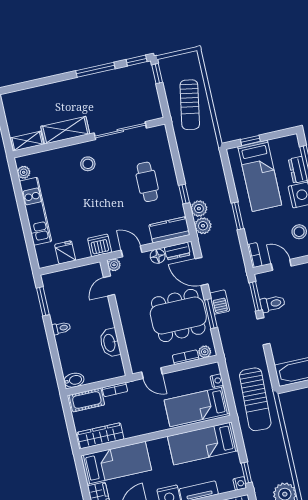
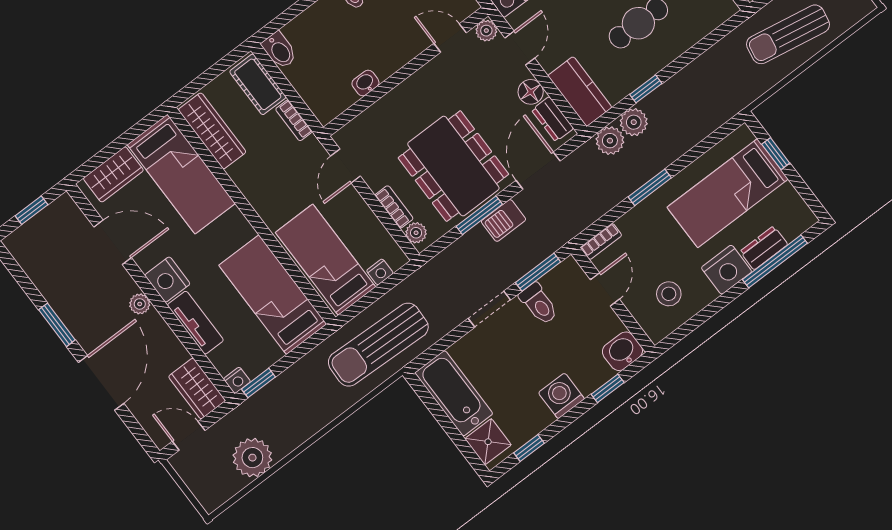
washbasin: (110, 343) -> (365, 83), width x0.52, depth x0.69

